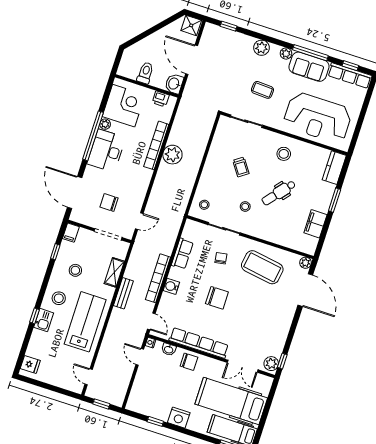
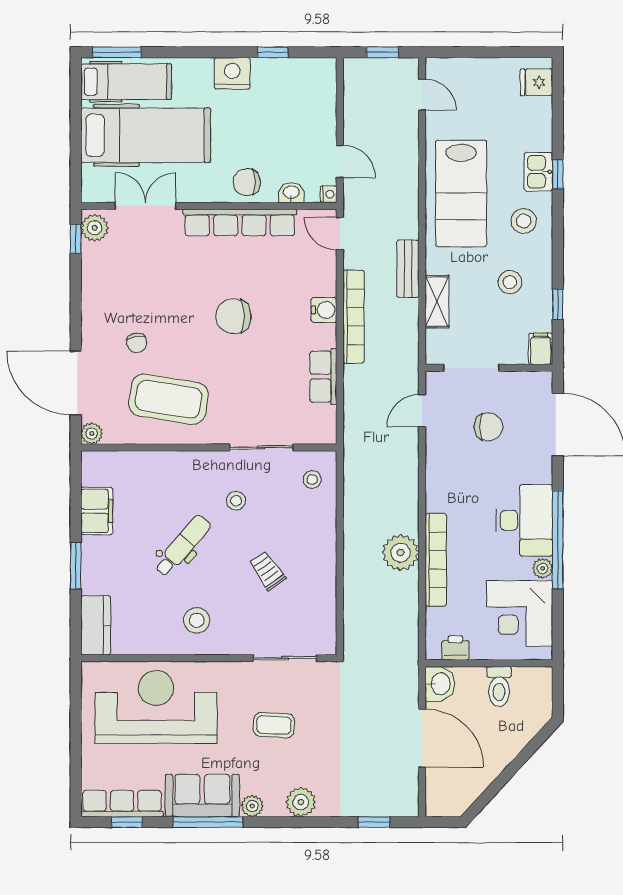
shower: (191, 25) -> (443, 801), removed
chair: (221, 258) -> (137, 343), moved

